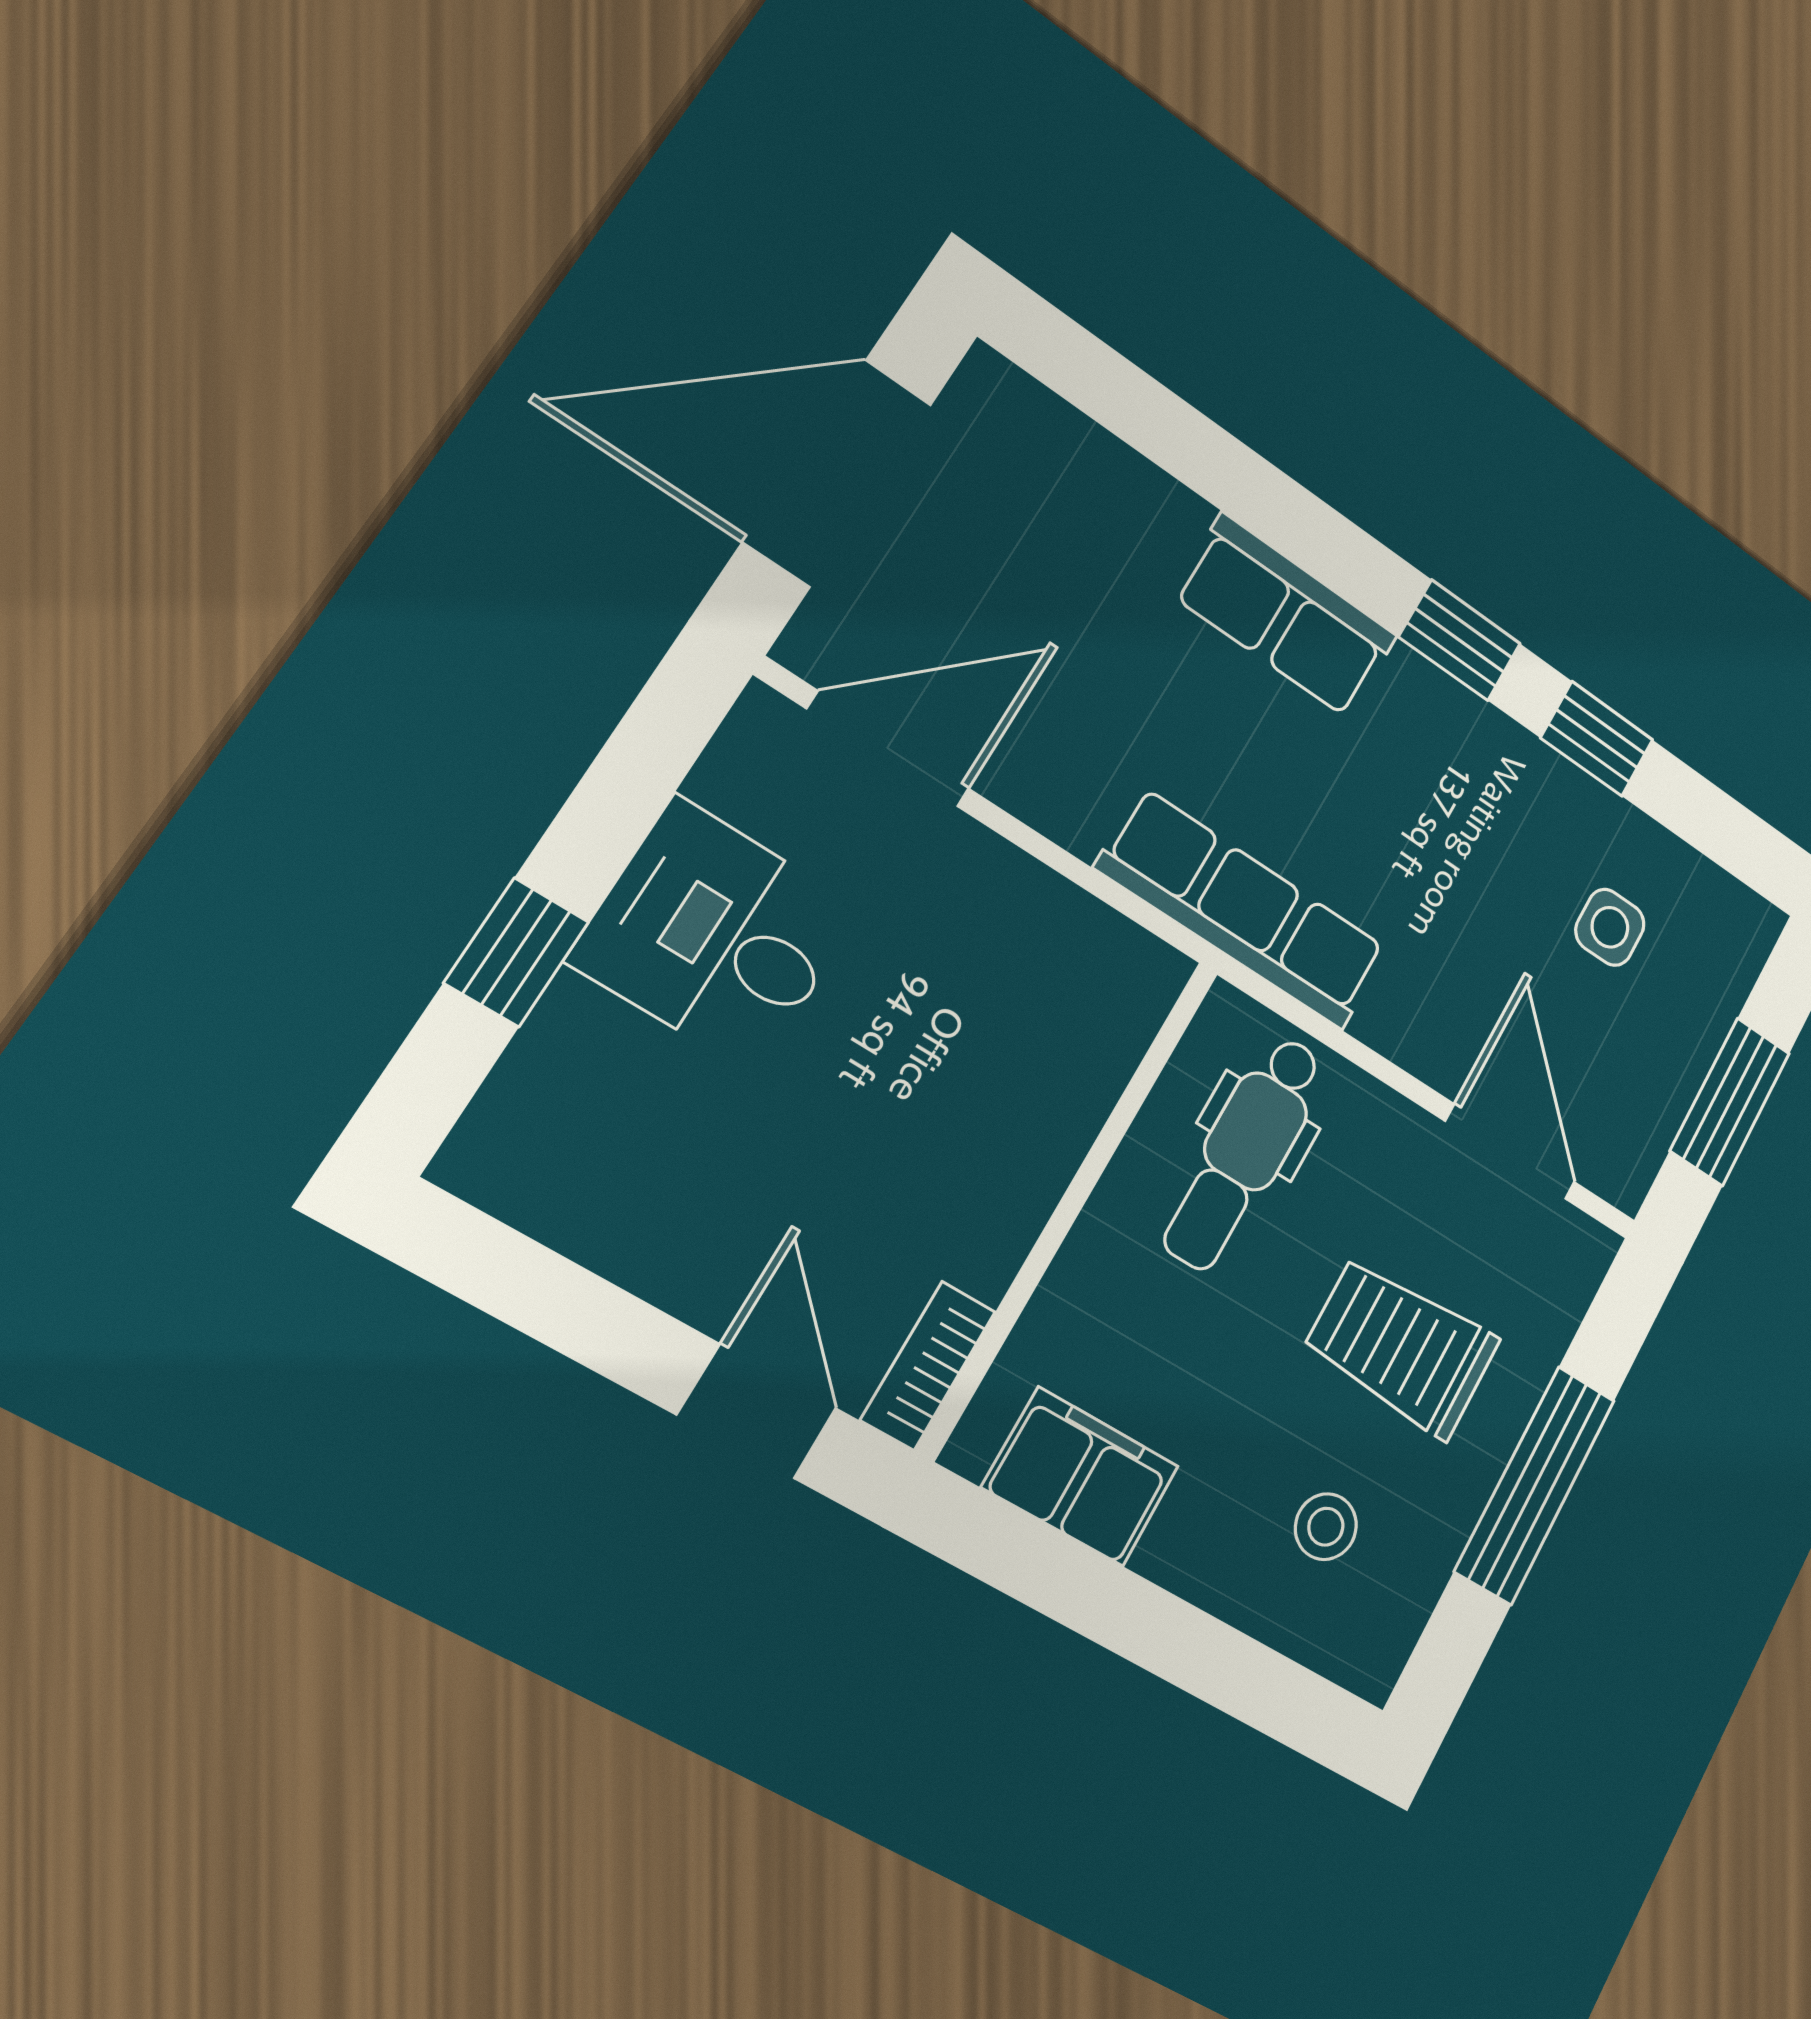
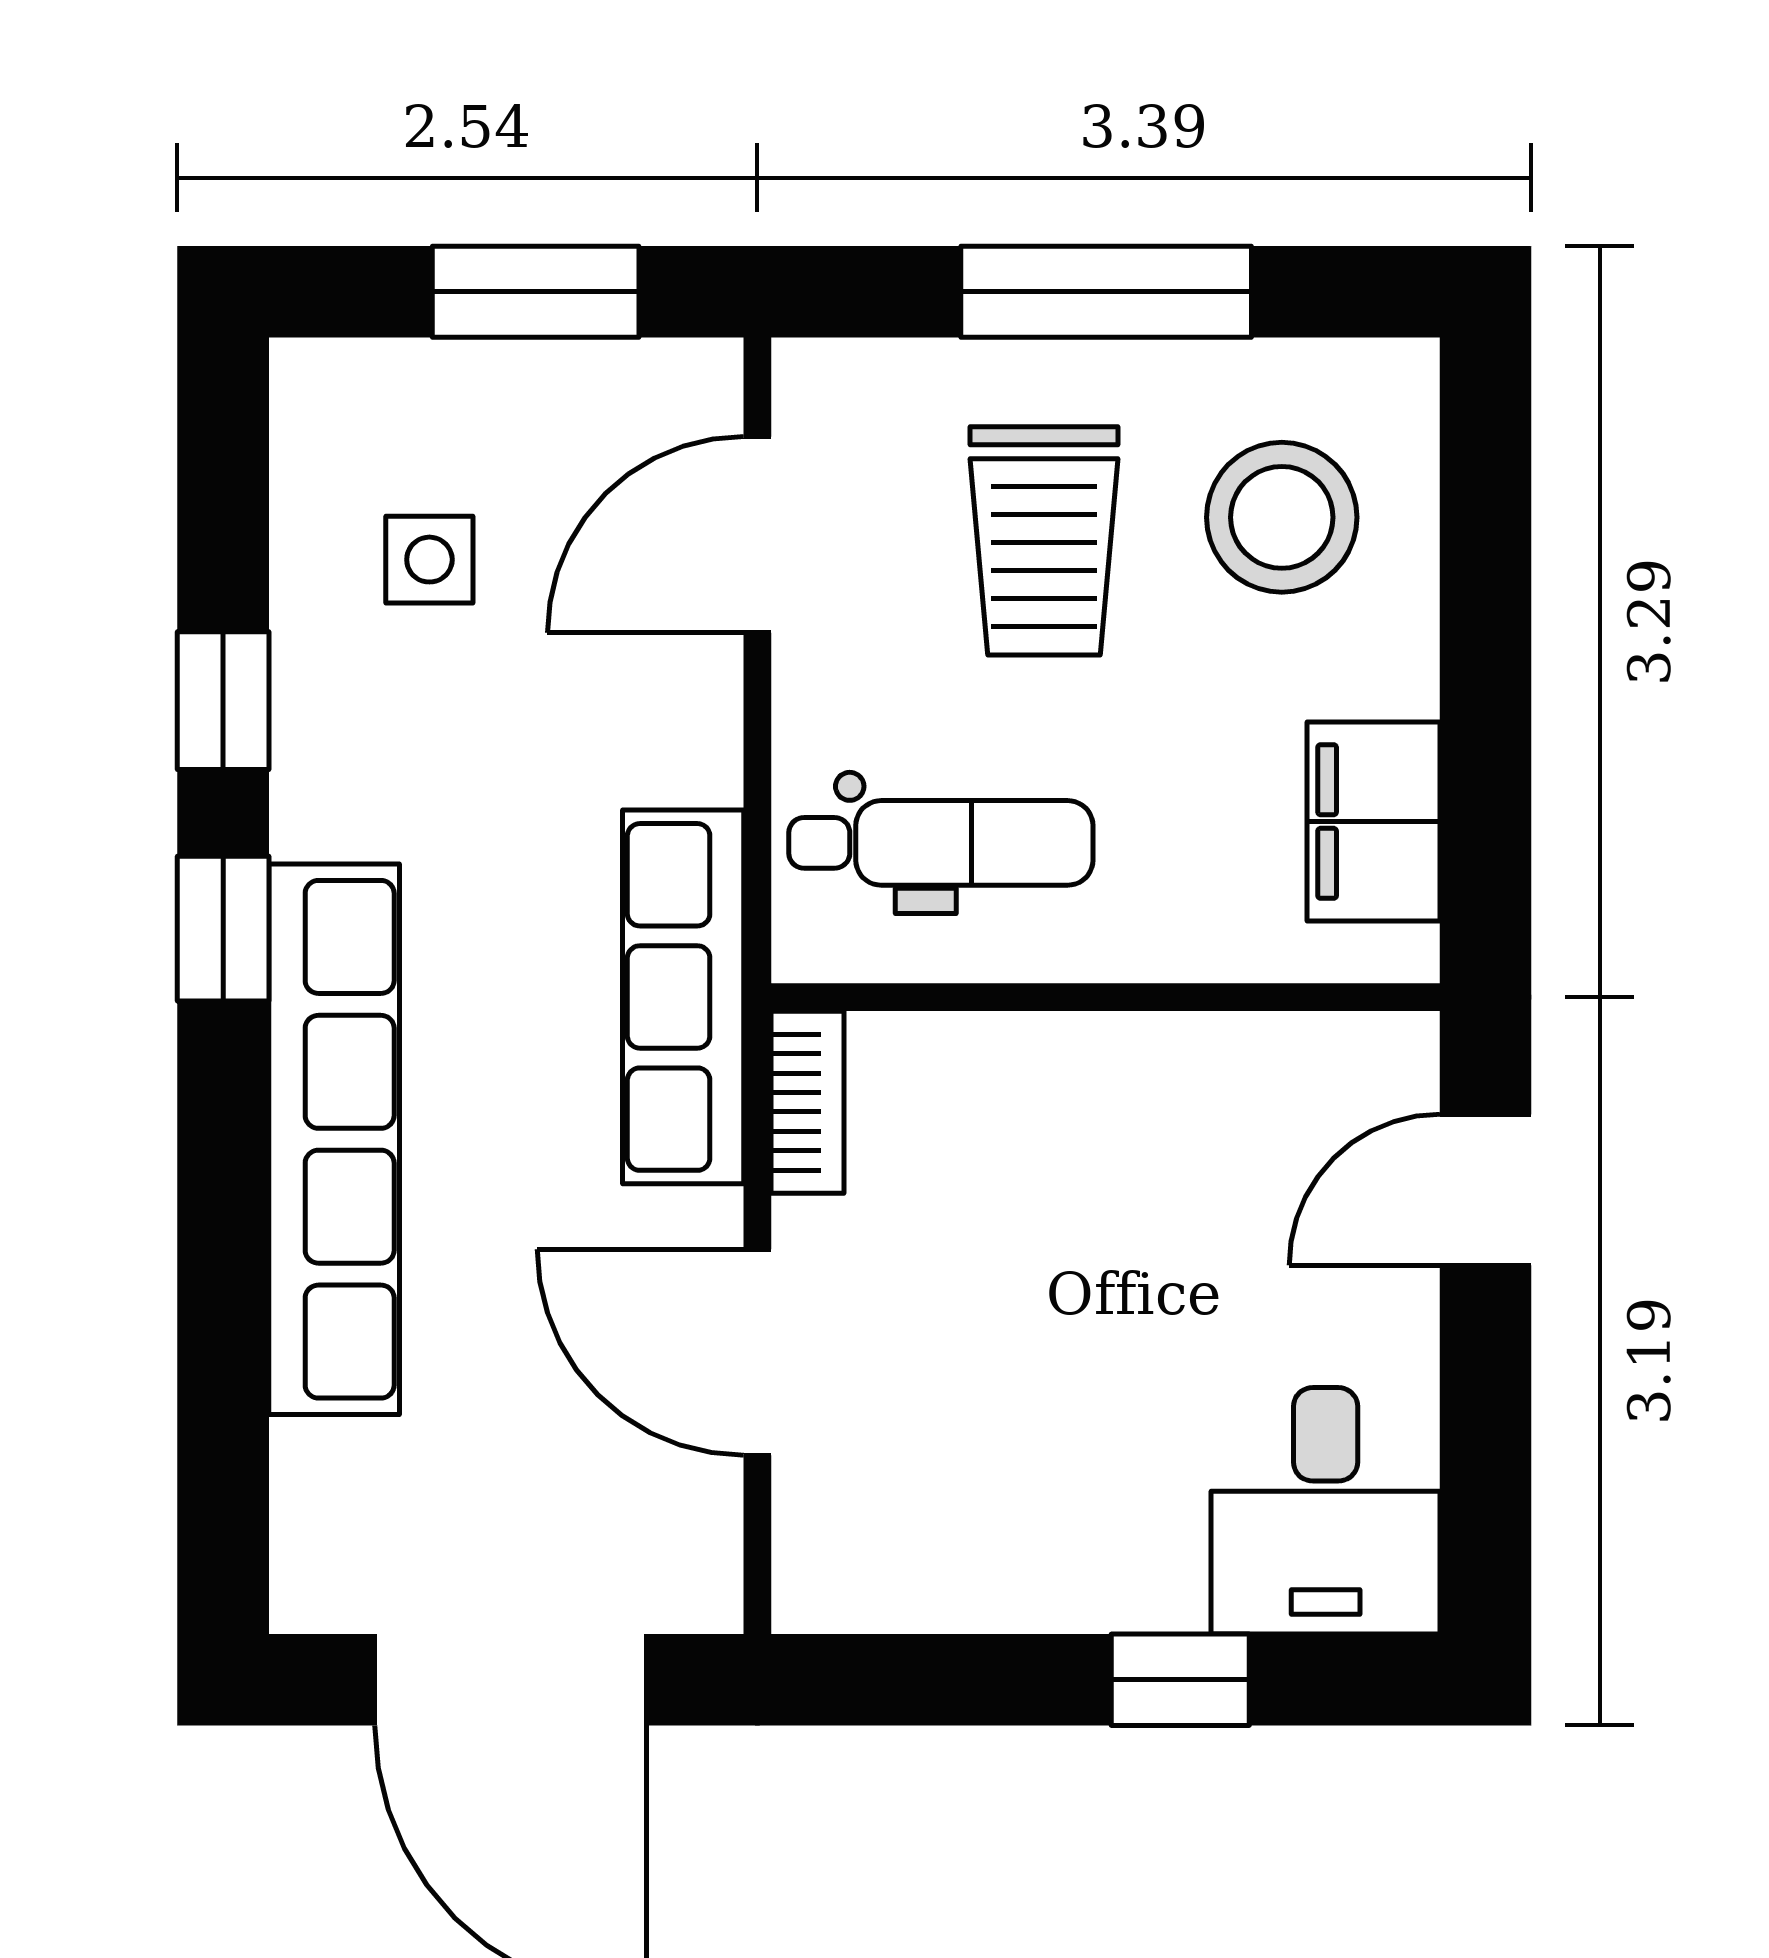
row of seats: (1286, 616) -> (334, 1139), width x2.02
door: (888, 749) -> (757, 1352), moved
desk: (716, 935) -> (1326, 1511), moved
bookcase: (928, 1366) -> (807, 1102), moved, turned -90
stool: (1326, 1527) -> (1282, 517), width x1.89, depth x1.89

